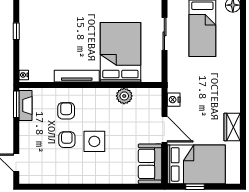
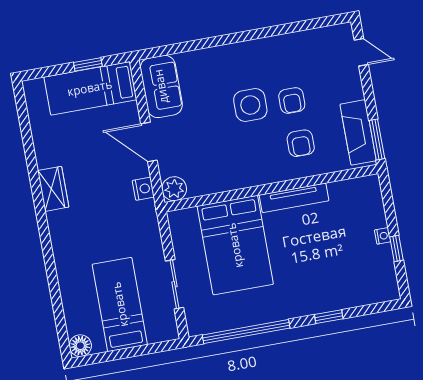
nightstand: (24, 75) -> (383, 236), moved
plant: (124, 96) -> (174, 189), moved
fireplace: (25, 106) -> (358, 132), width x1.37, depth x1.32
wardrobe: (232, 127) -> (53, 189), moved
bed: (196, 164) -> (90, 88), width x0.67

